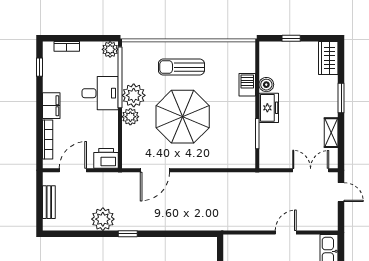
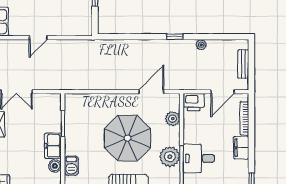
plant: (130, 117) -> (173, 119), moved
plant: (103, 219) -> (201, 45), width x0.53, depth x0.53

